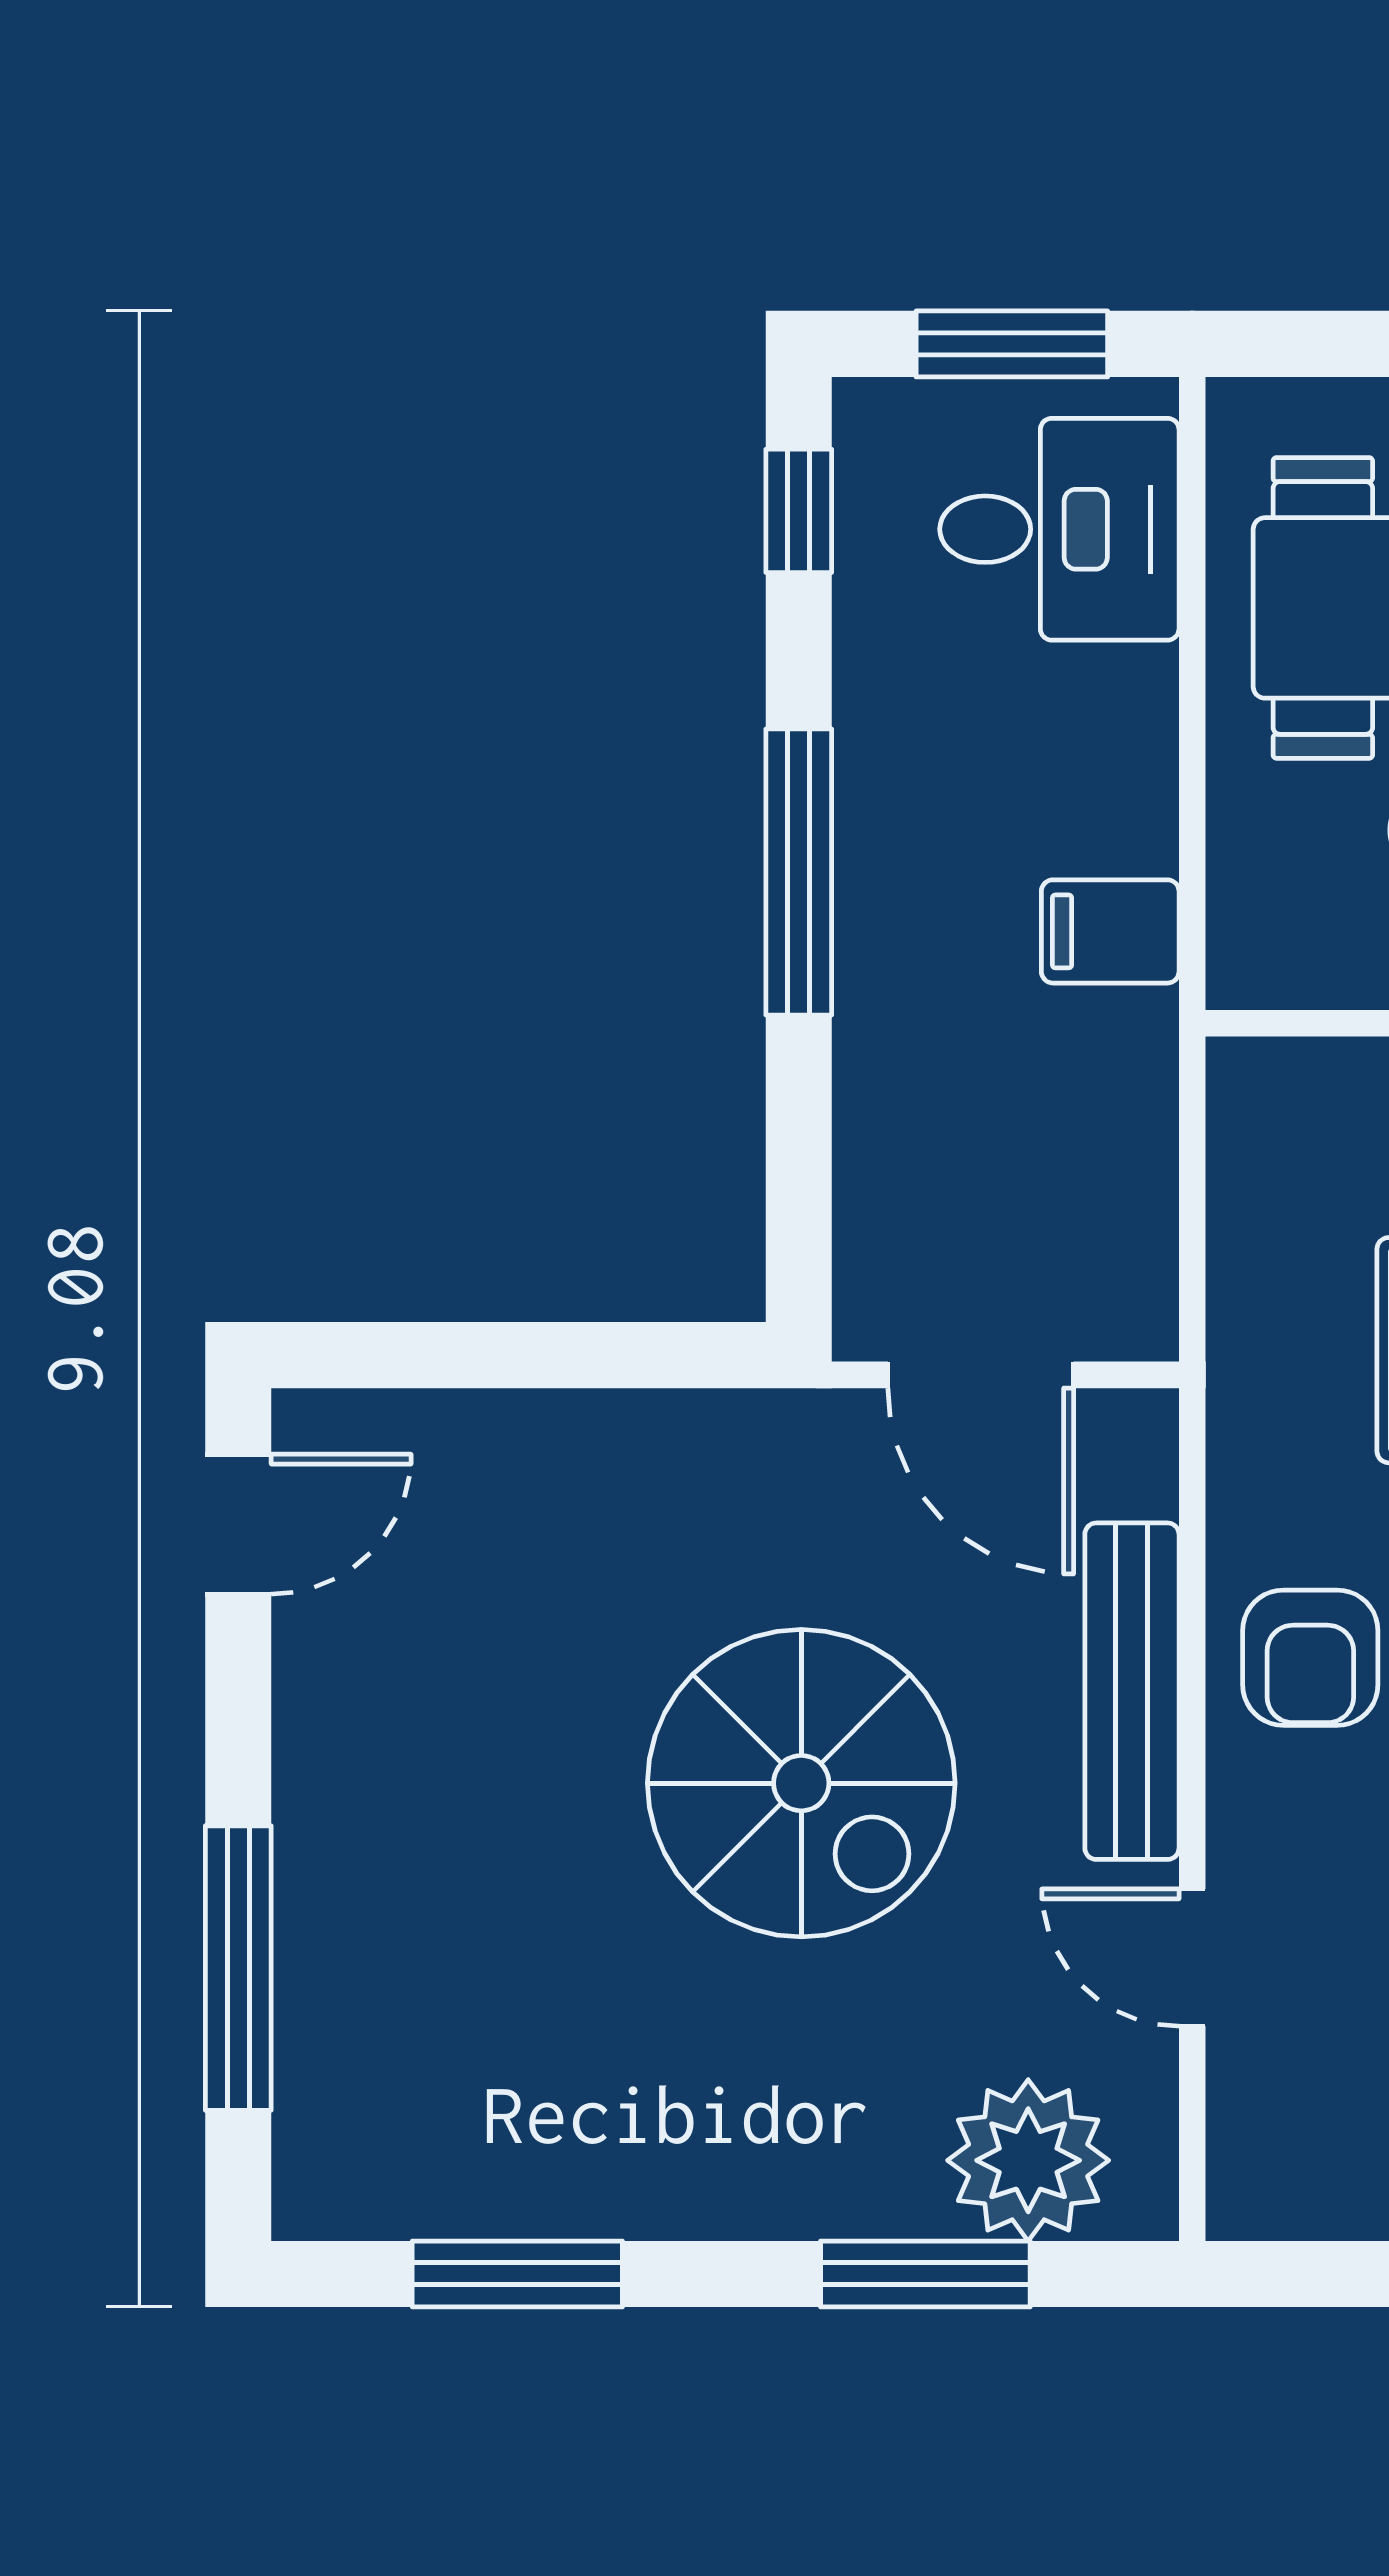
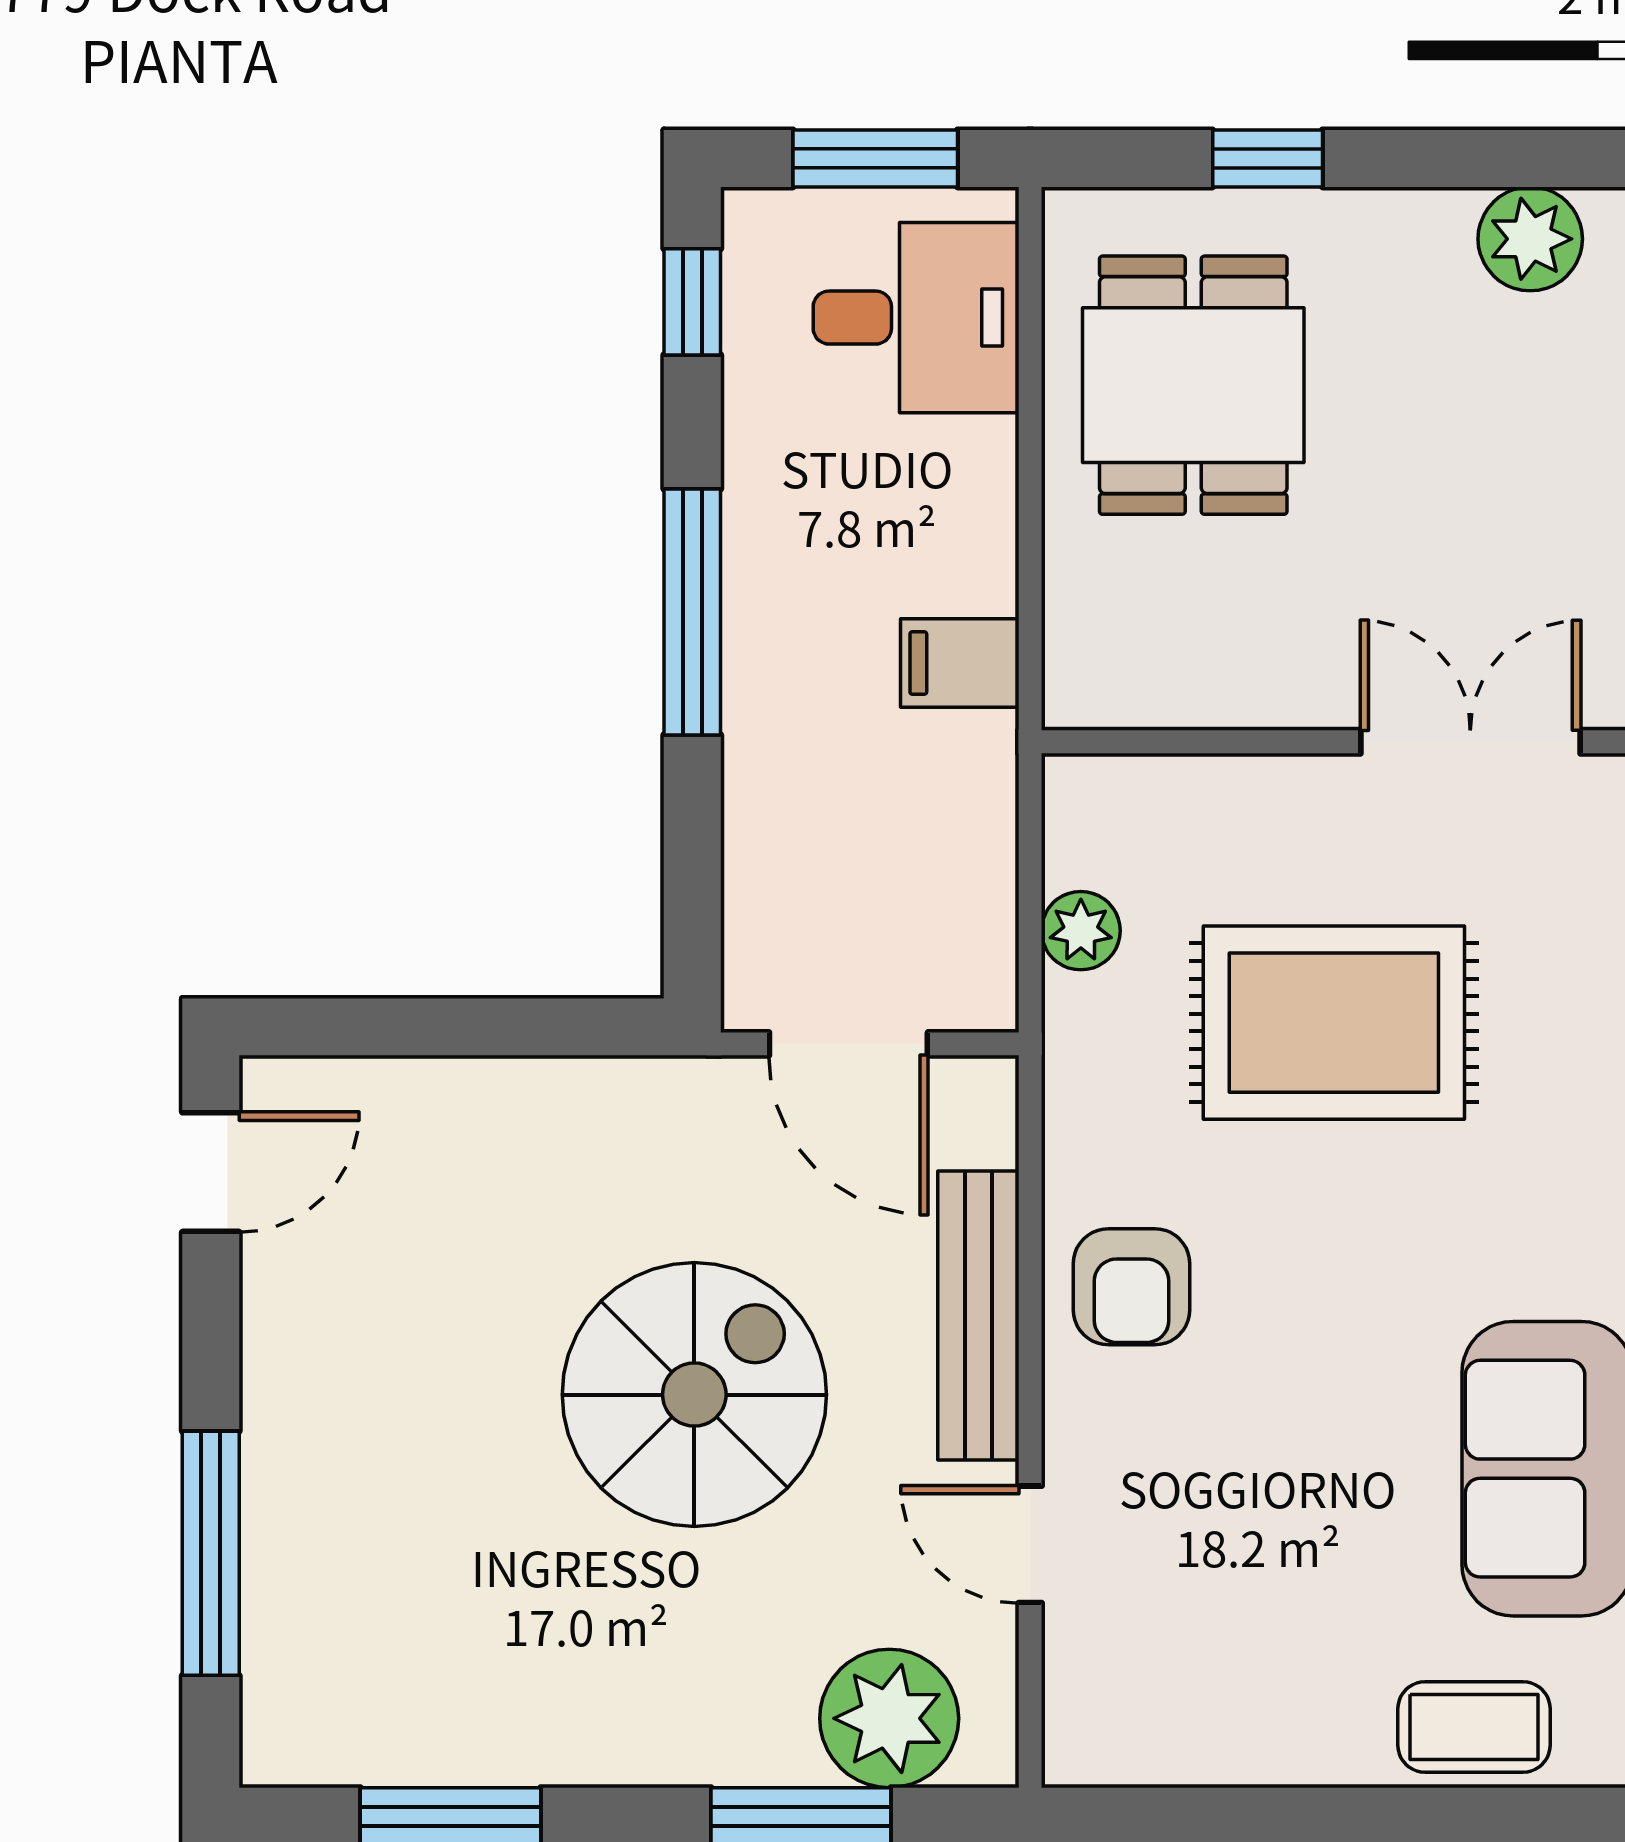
plant: (1251, 1243) -> (1081, 931), added
spiral stairs: (801, 1783) -> (694, 1395), turned -90

